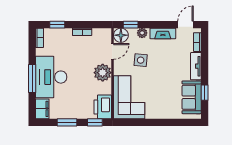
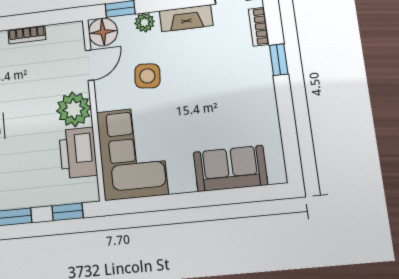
tv unit: (196, 66) -> (262, 75), removed
window: (205, 93) -> (279, 60), moved
sofa: (192, 97) -> (230, 168), moved, turned 90
printer: (103, 107) -> (78, 153), moved

